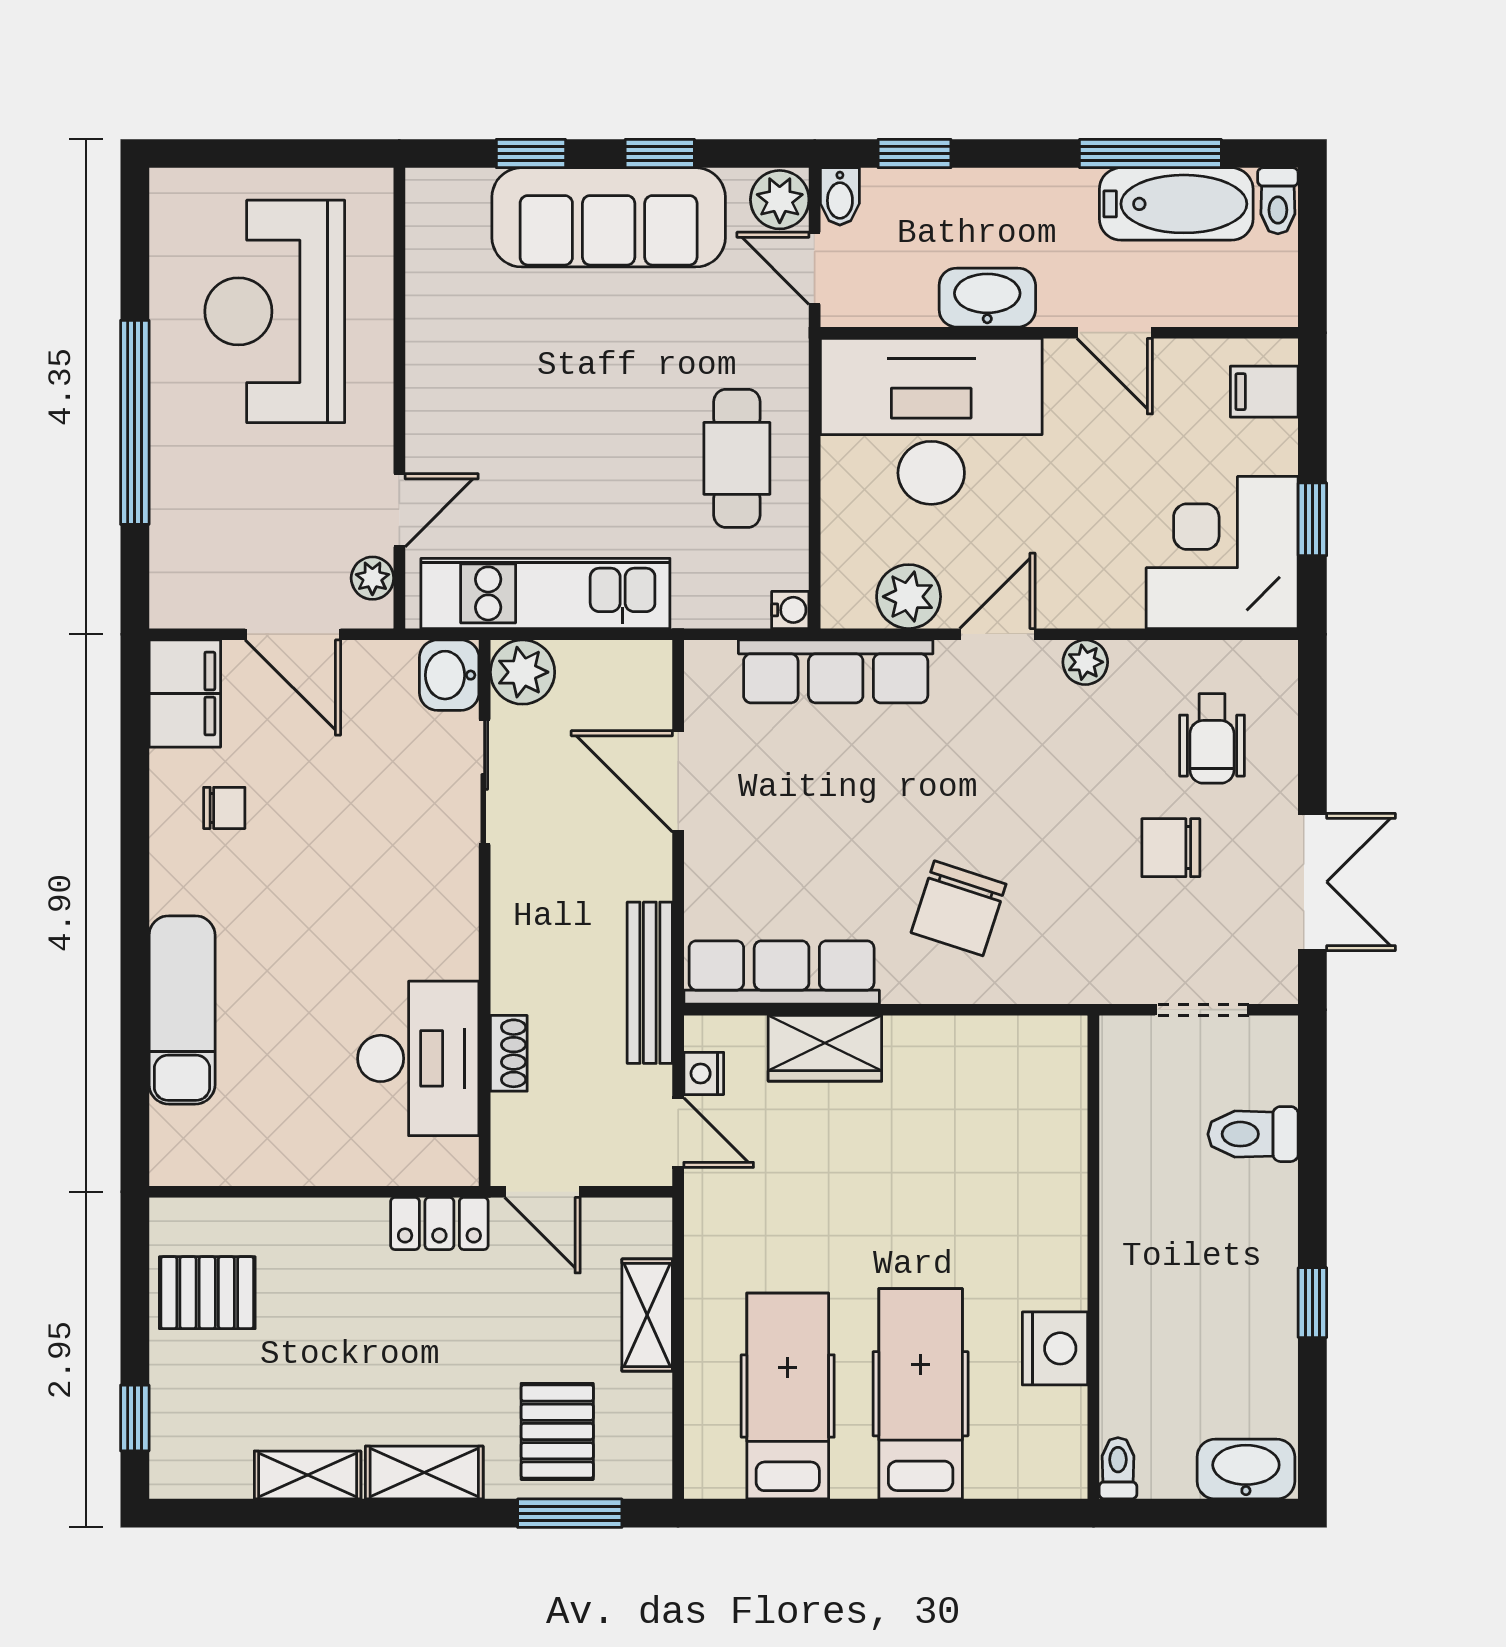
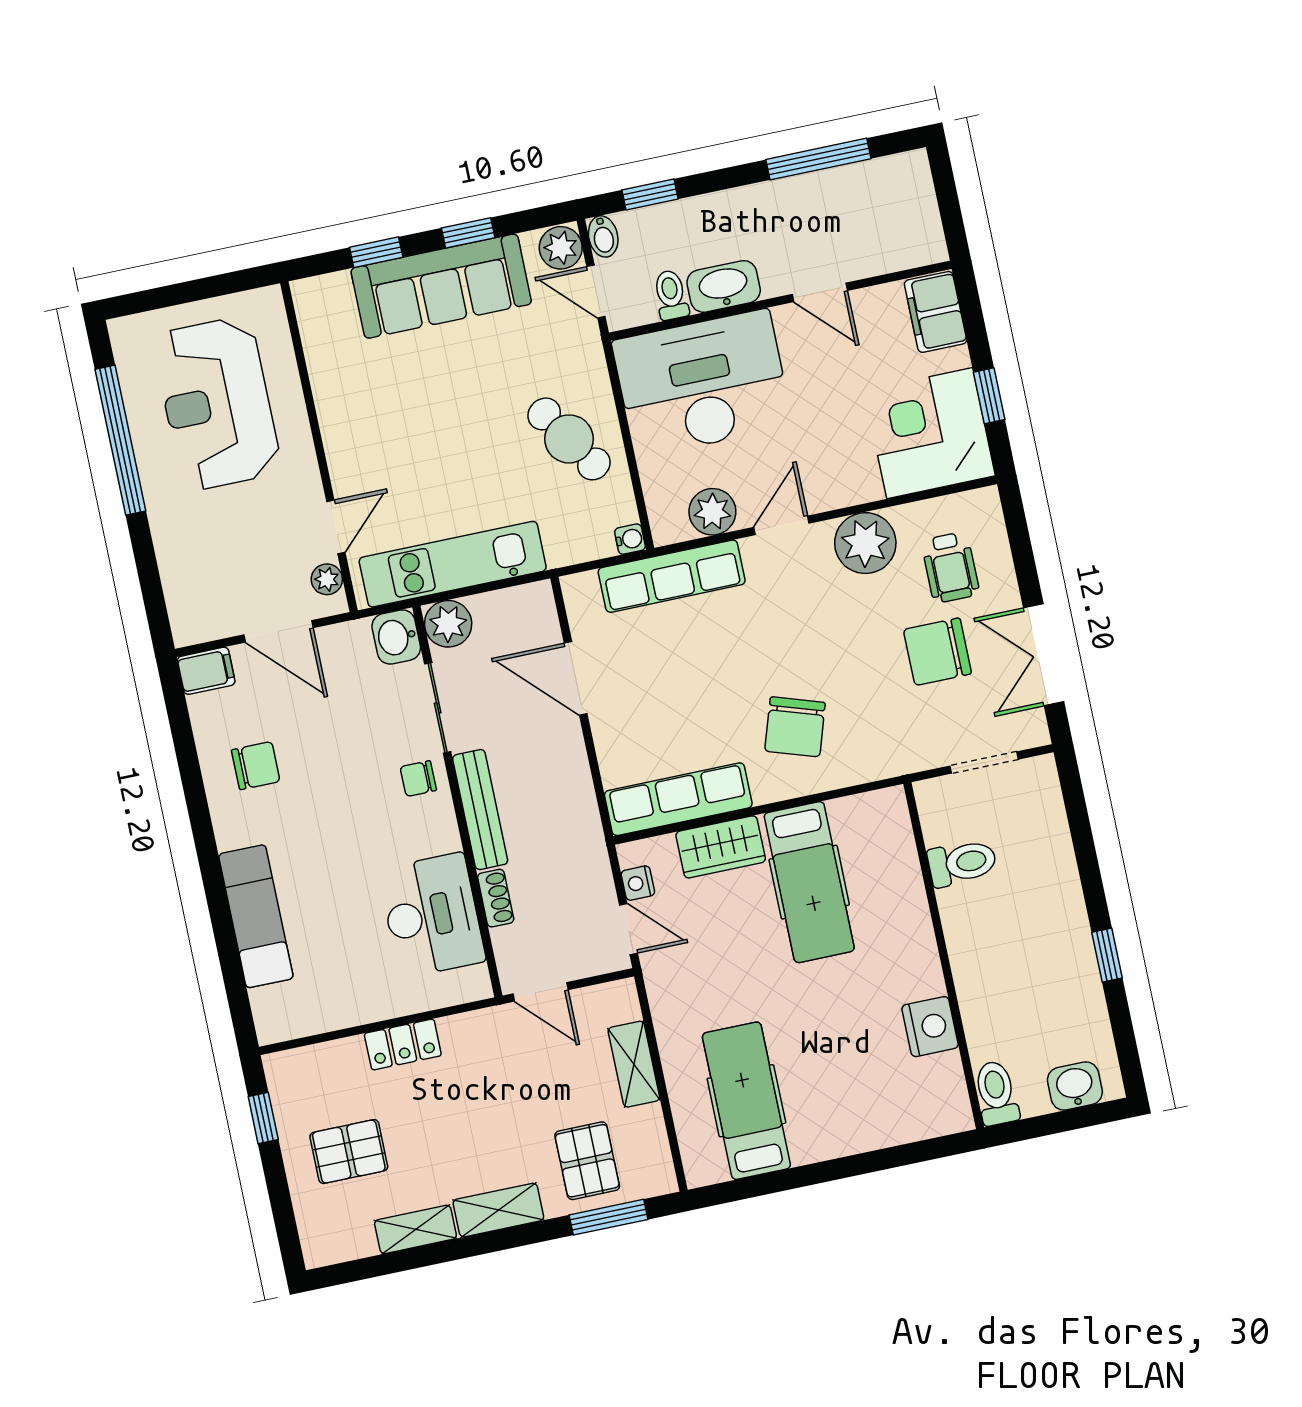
toilet: (1278, 201) -> (671, 295), moved, turned 180
bathtub: (1176, 204) -> (844, 191), removed
filing cabinet: (1264, 392) -> (936, 312), width x2.00
window: (135, 422) -> (120, 440), moved
cafe table: (737, 458) -> (569, 439), turned -33
plant: (1085, 662) -> (865, 543), width x1.88, depth x1.88
filing cabinet: (185, 694) -> (206, 671), width x0.50
chair: (224, 808) -> (256, 766), width x1.37, depth x1.37
chair: (1171, 848) -> (937, 652), width x1.37, depth x1.37
chair: (439, 871) -> (418, 779), added
double door: (1312, 882) -> (1044, 655), swing flipped
bench: (650, 983) -> (480, 810), moved
toilet: (1253, 1134) -> (962, 863), moved, turned 180
locker: (439, 1223) -> (403, 1044), moved
pallet: (207, 1293) -> (349, 1152), moved
hospital bed: (921, 1394) -> (809, 882), moved, turned 180
window: (135, 1418) -> (263, 1118), moved
toilet: (1118, 1468) -> (996, 1093), width x1.37, depth x1.39
washbasin: (1246, 1469) -> (1075, 1086), width x0.72

